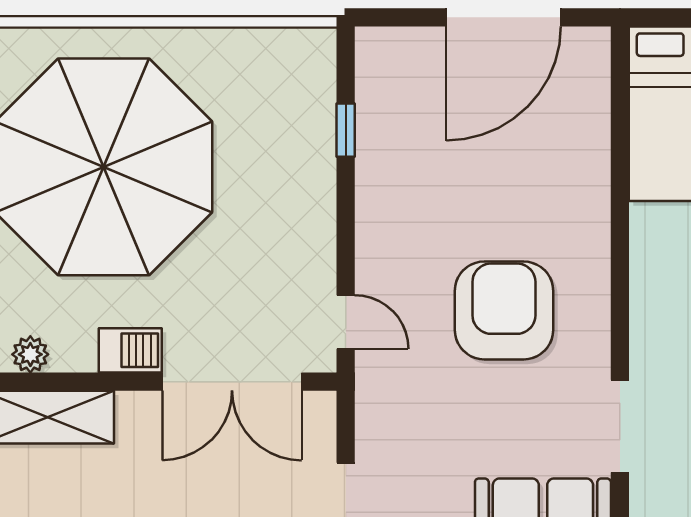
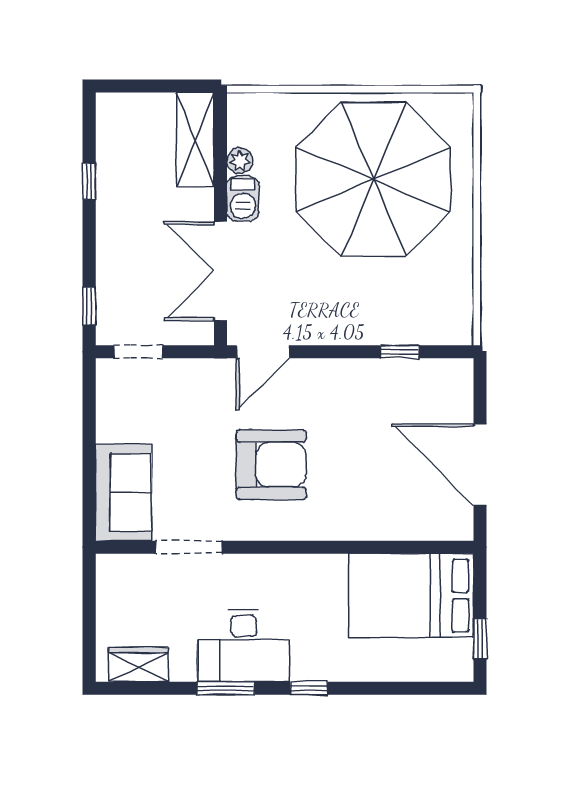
door: (346, 322) -> (263, 352), width x1.38
plant: (30, 354) -> (240, 161), moved

